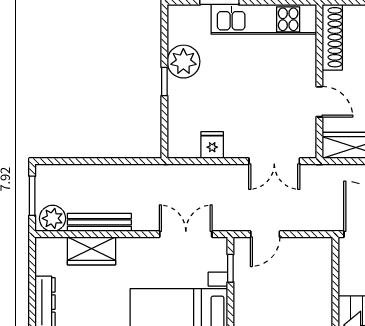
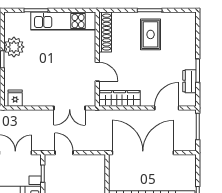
fridge: (212, 145) -> (15, 98), moved
door: (265, 234) -> (64, 153), swing flipped

